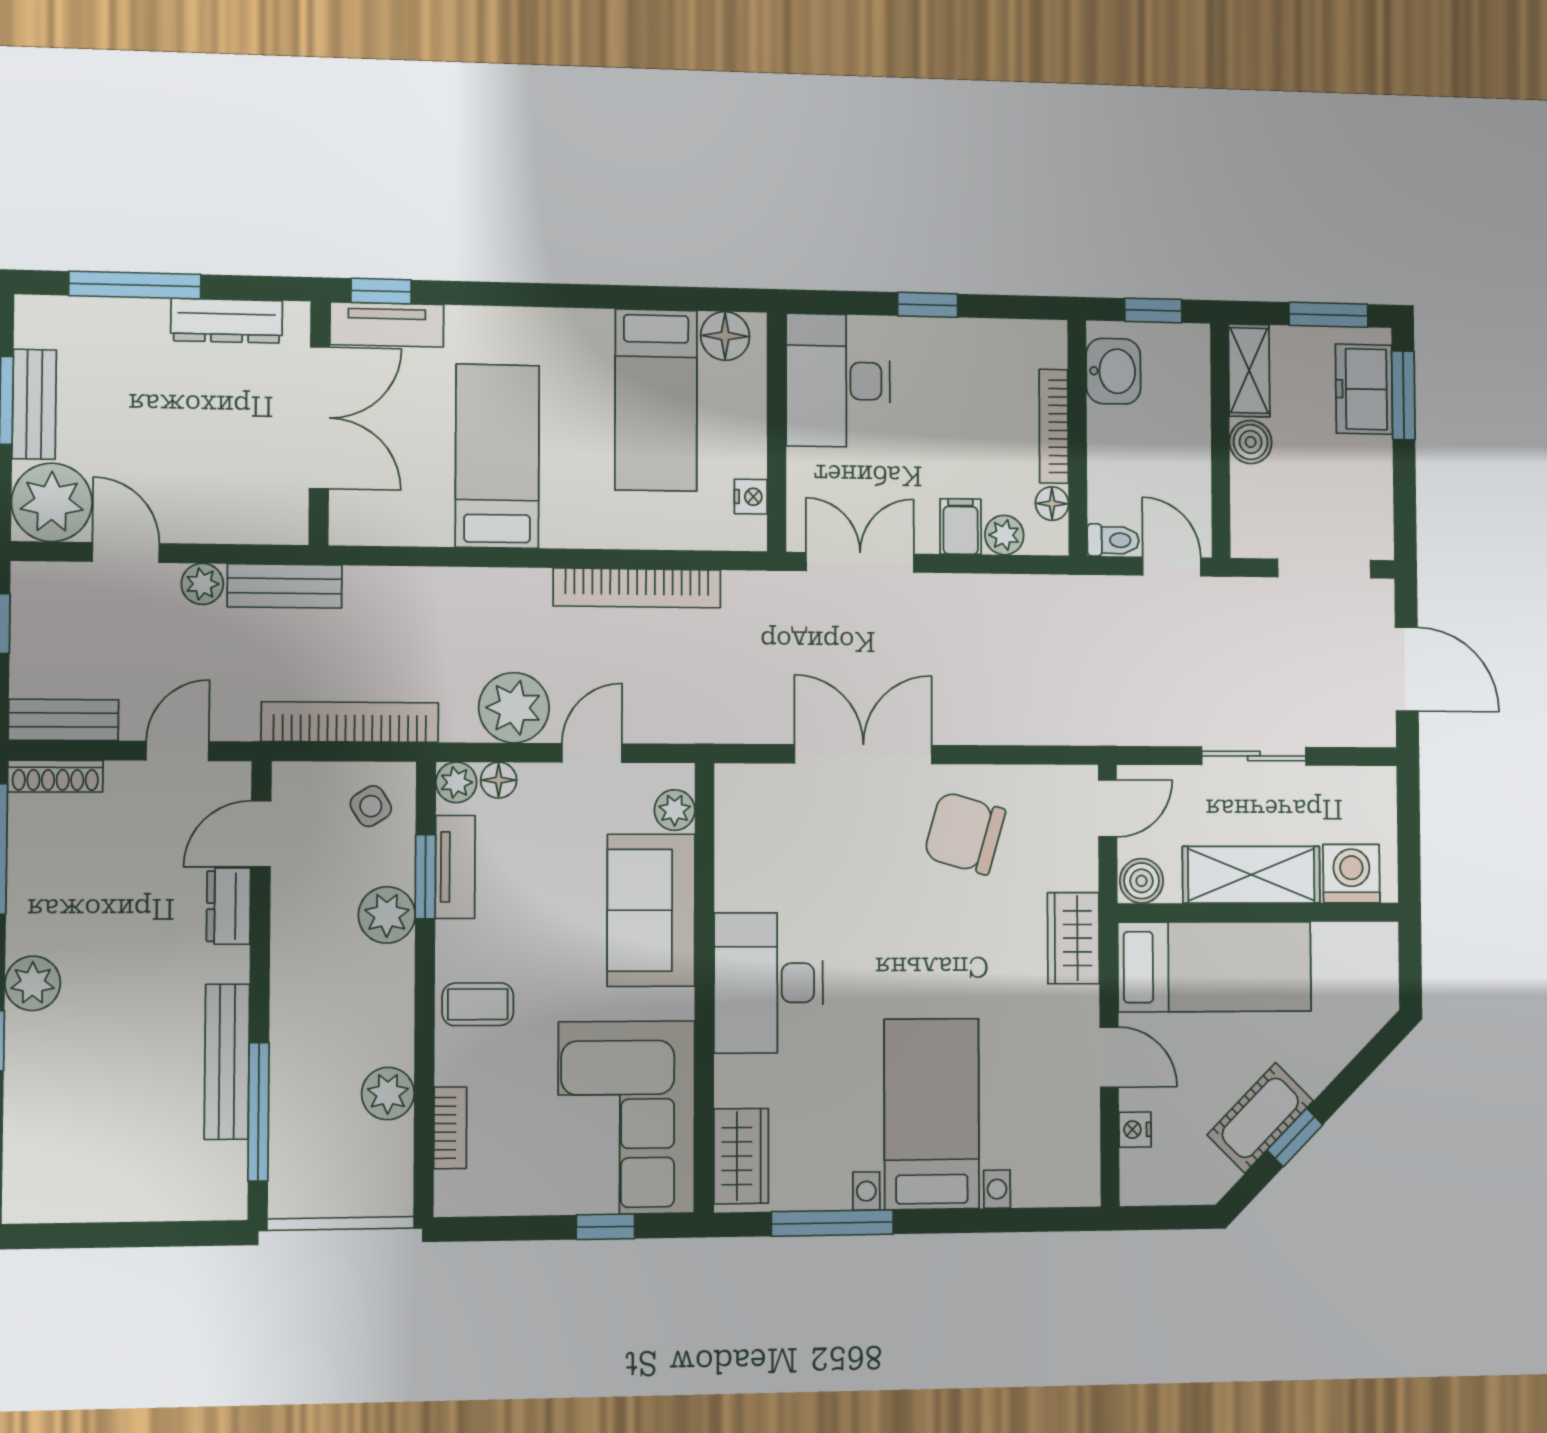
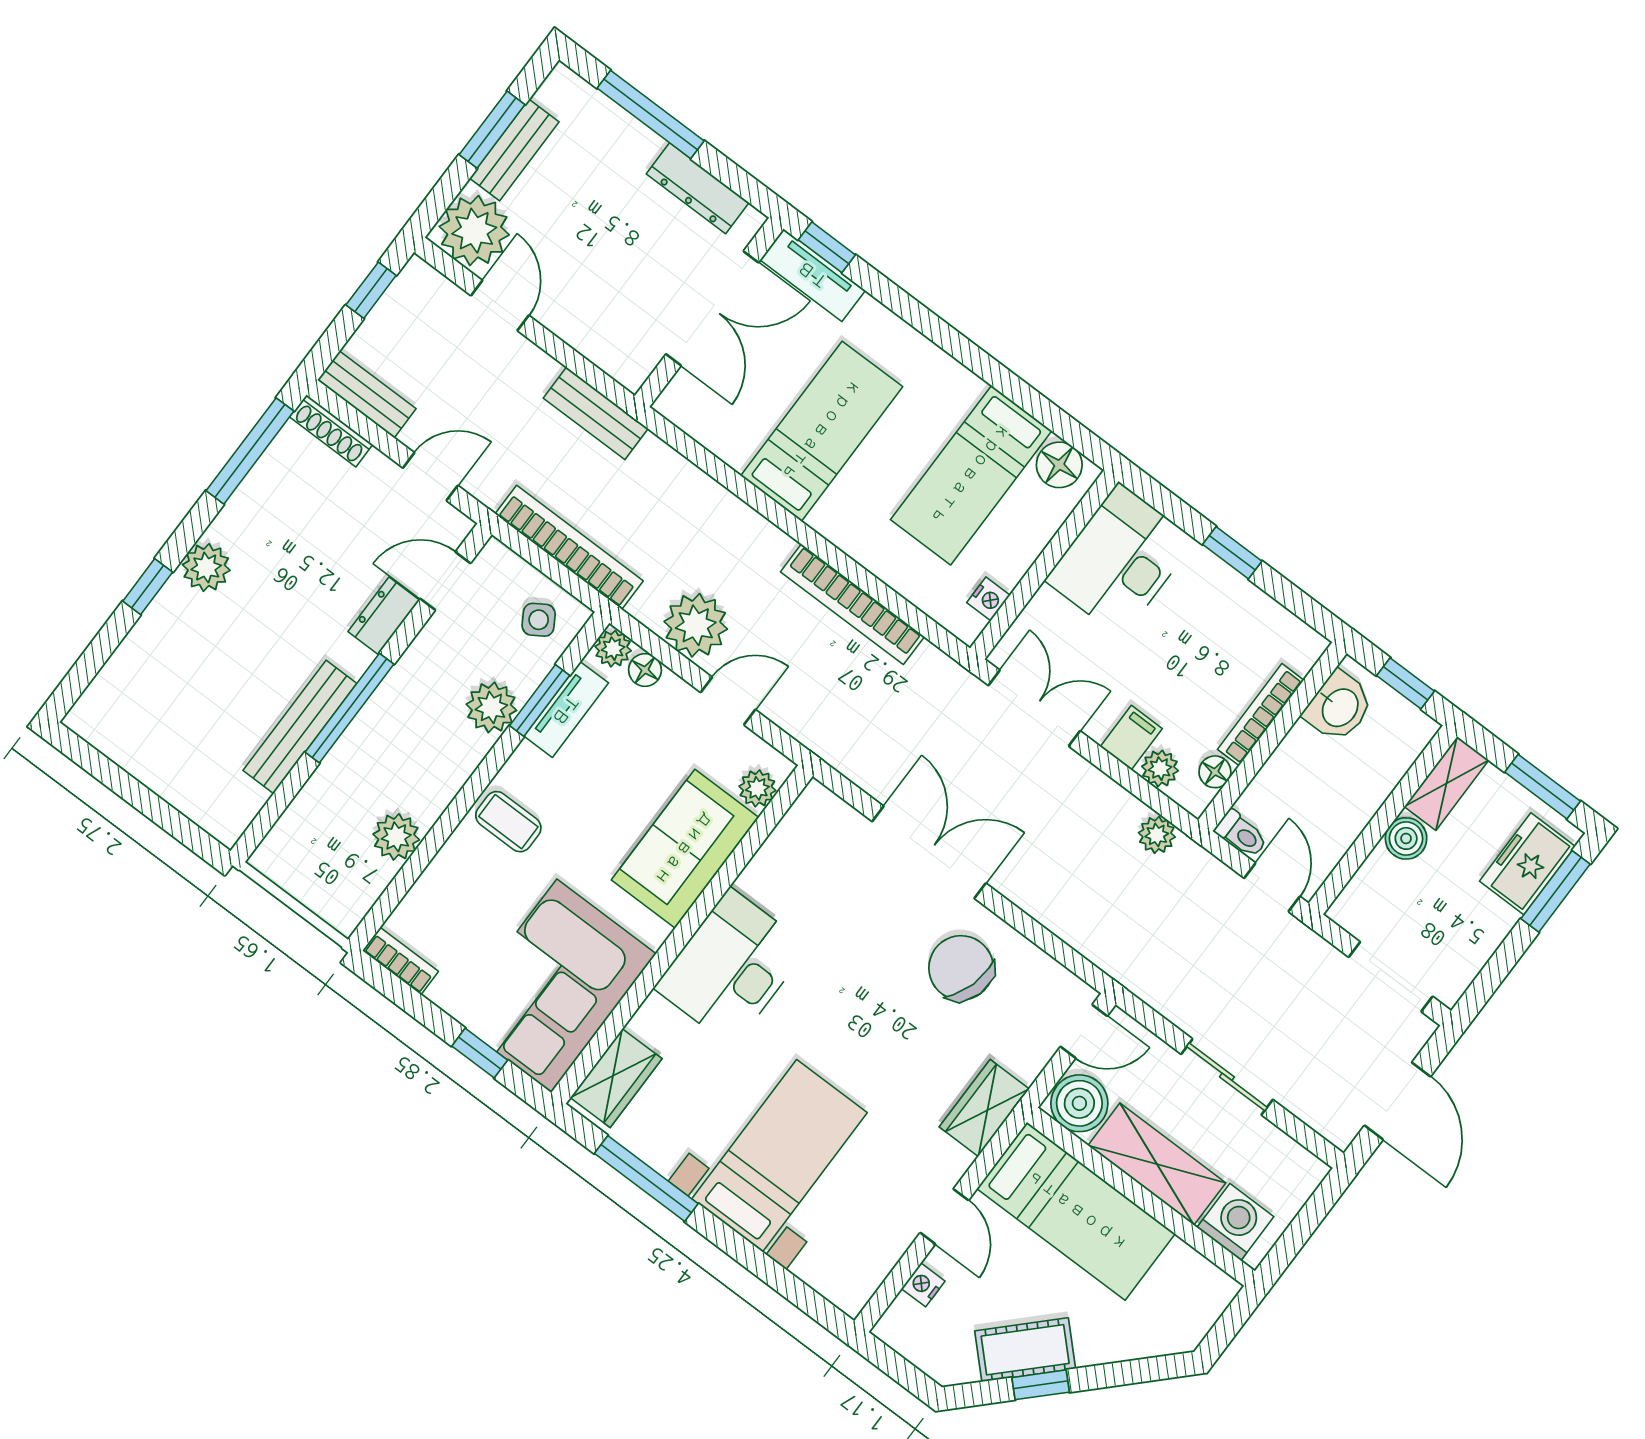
plant: (202, 584) -> (1157, 835), moved
boiler: (1142, 881) -> (1079, 1103), width x1.36, depth x1.36
window: (259, 1112) -> (349, 708), moved
bookcase: (450, 1128) -> (400, 961), moved, turned -90

